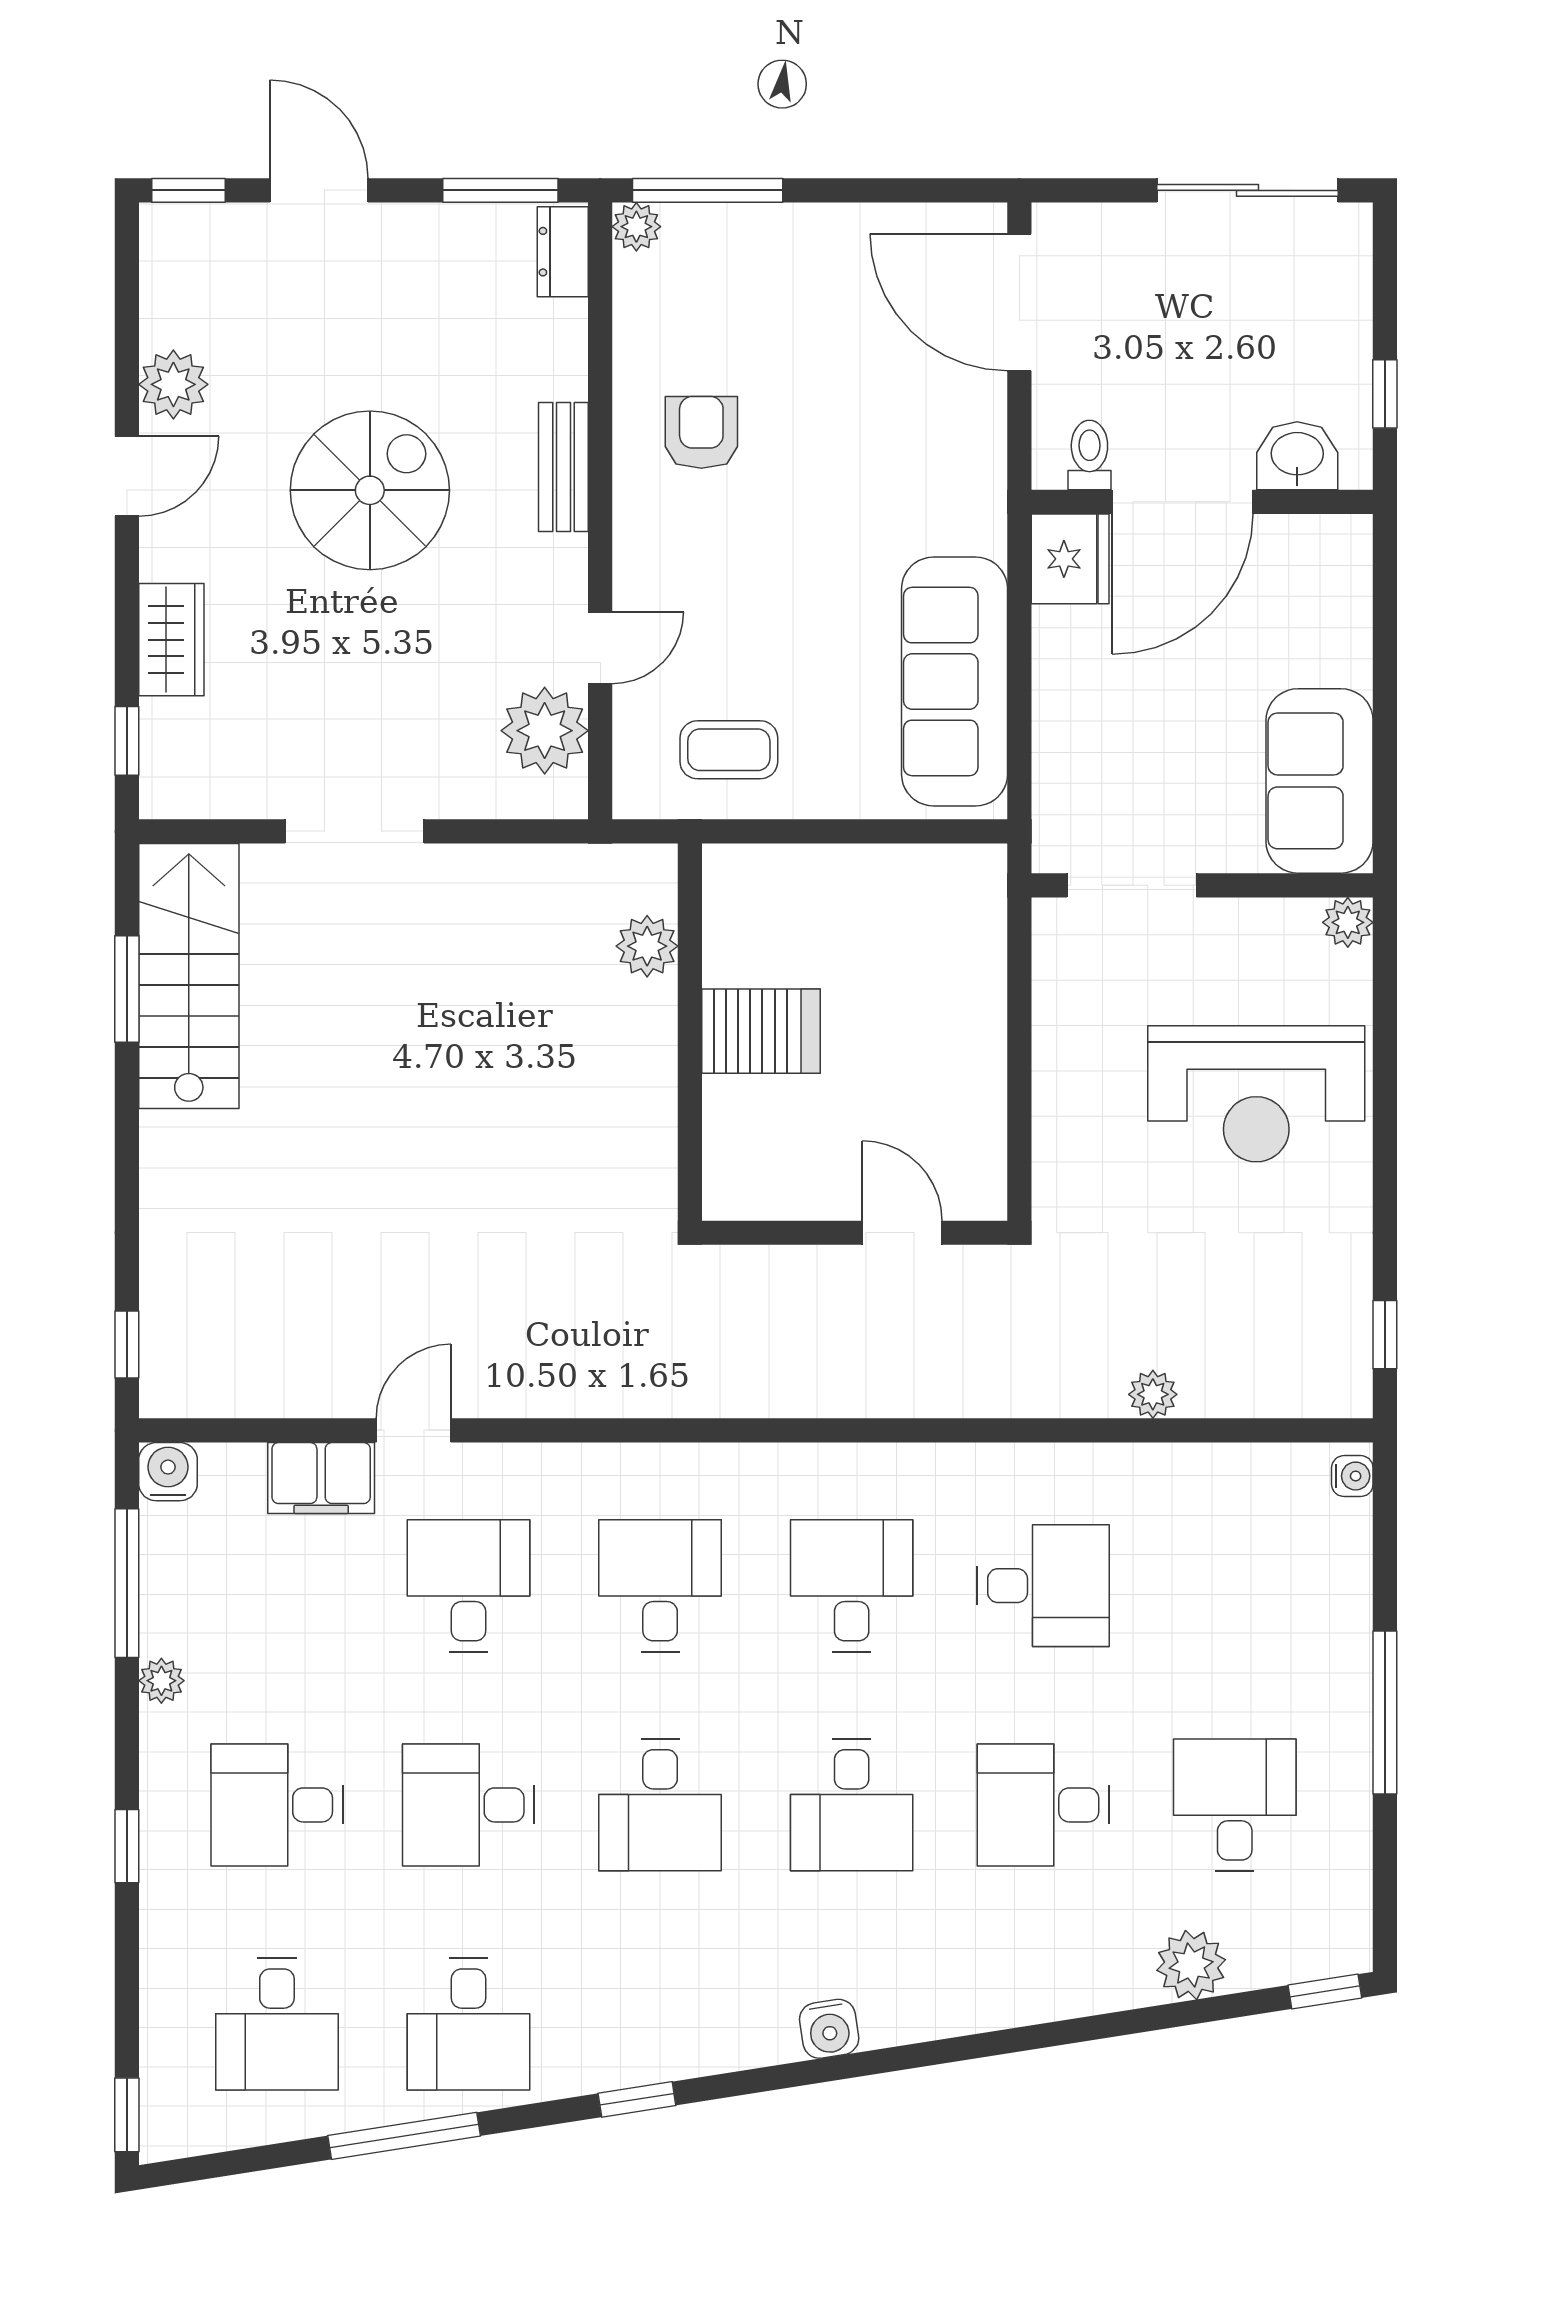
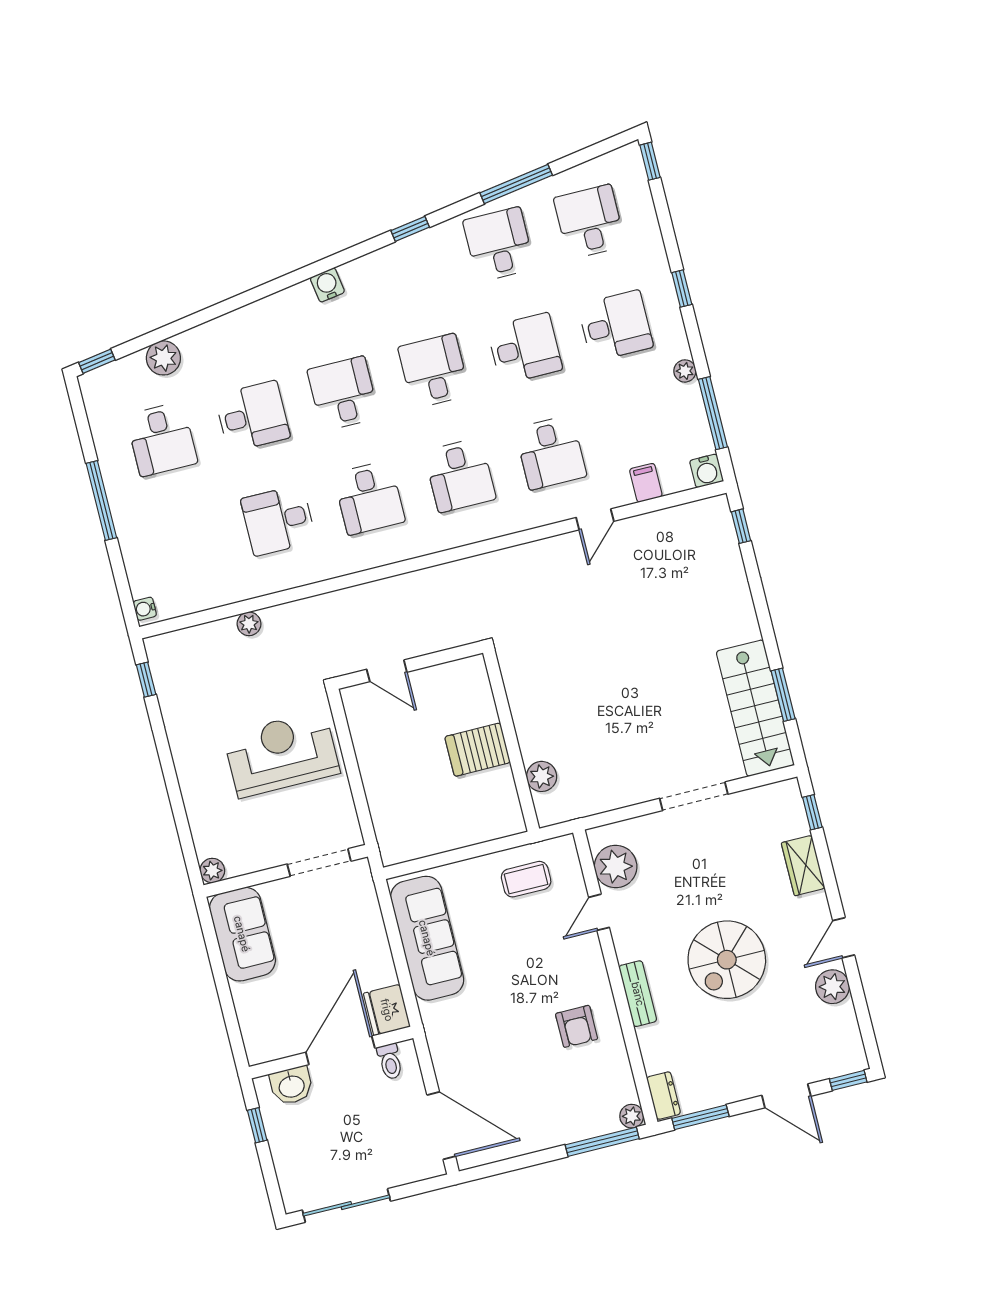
reception desk: (1256, 1094) -> (282, 754), moved
filing cabinet: (321, 1478) -> (646, 483), width x0.50

